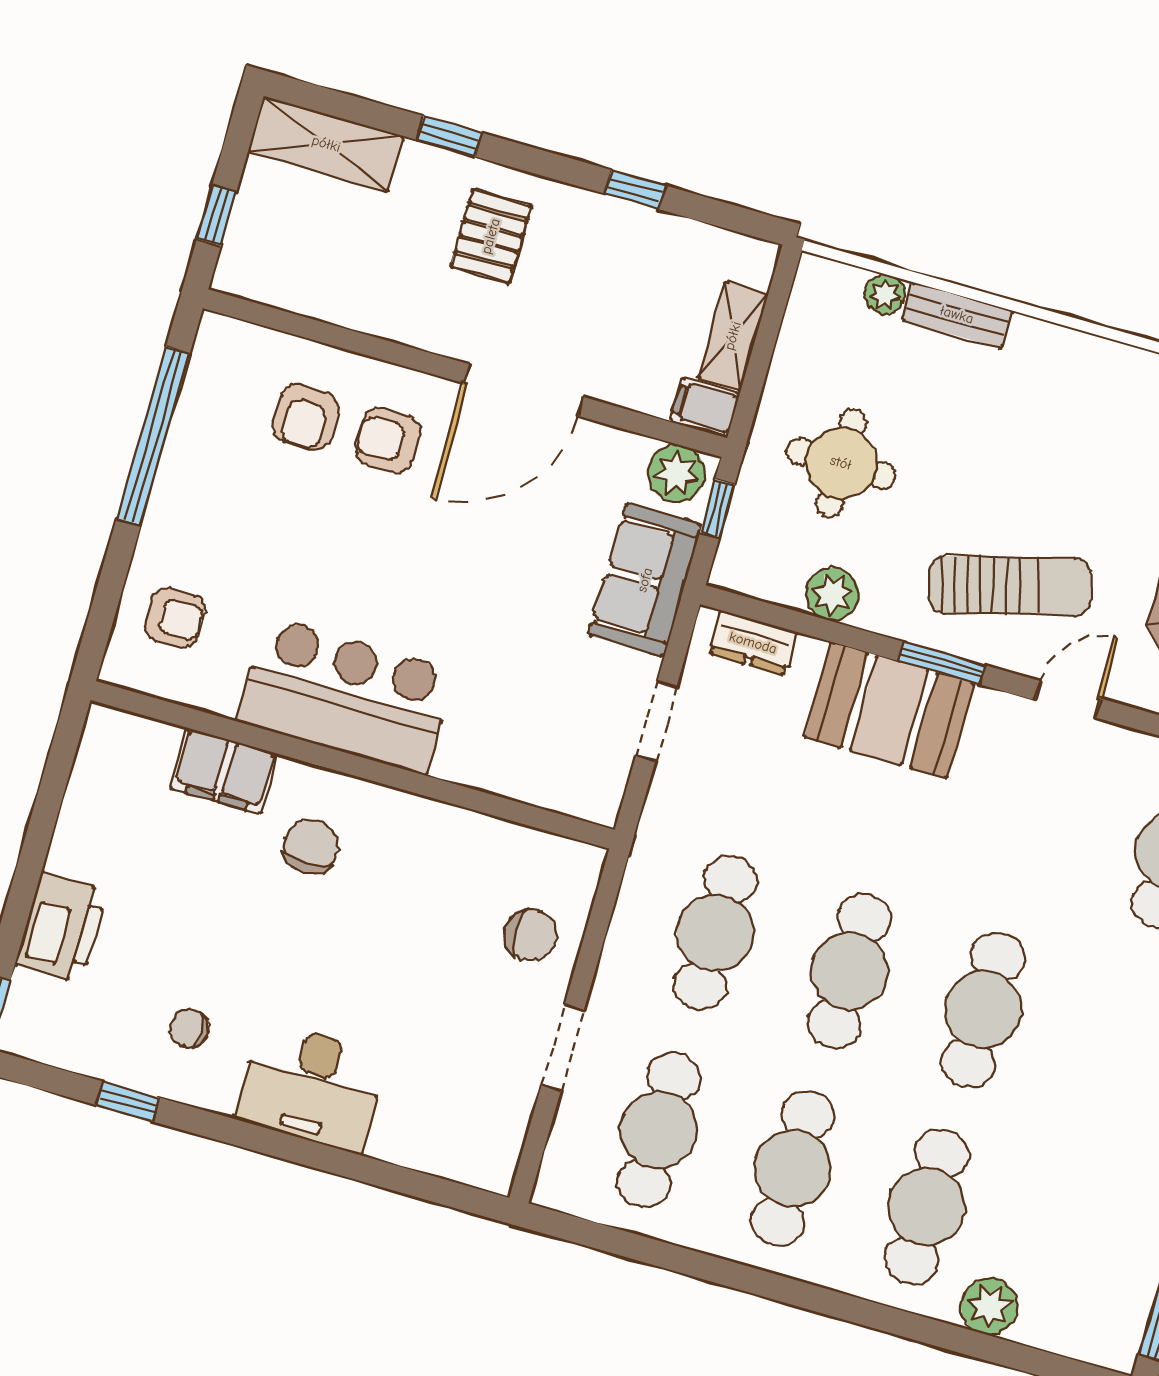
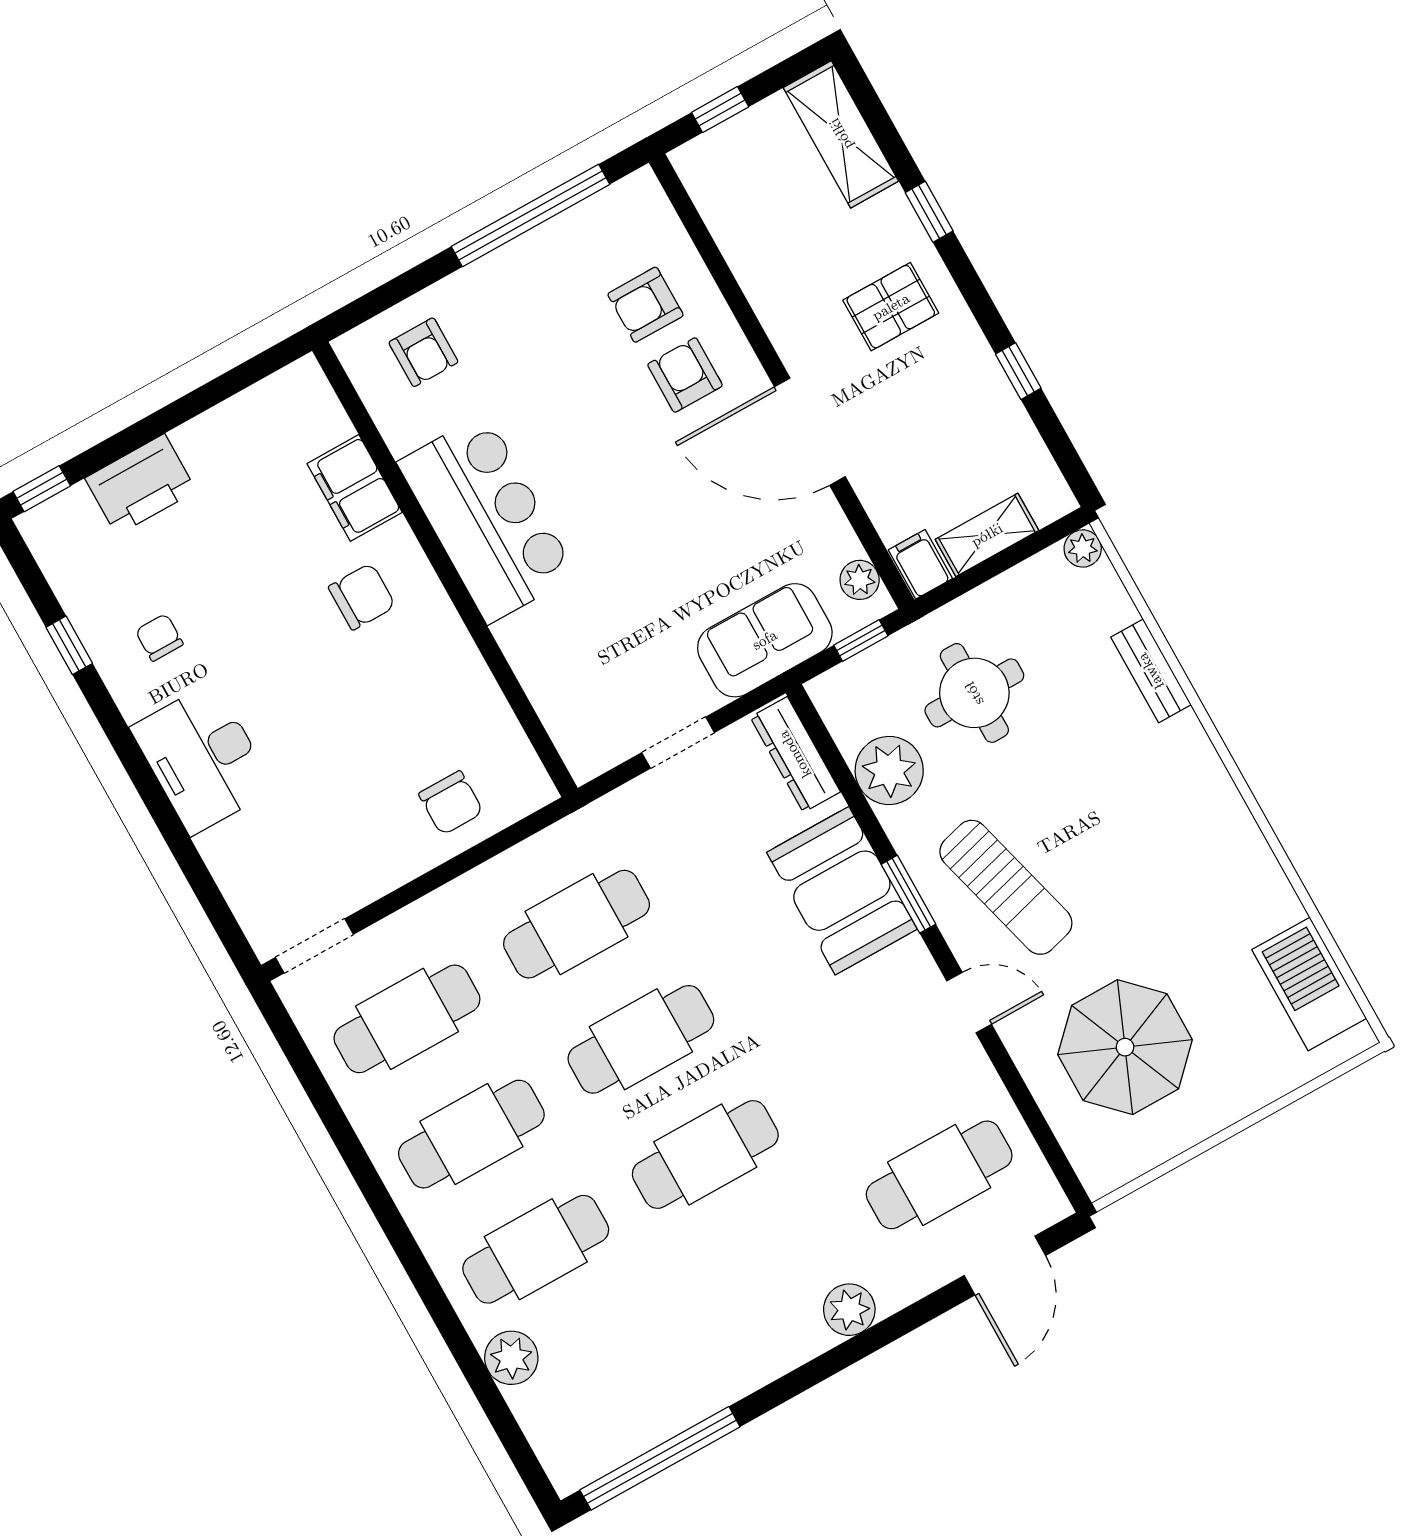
plant: (885, 294) -> (1083, 548), moved
plant: (677, 474) -> (860, 580), width x0.73, depth x0.73
plant: (833, 594) -> (889, 770), width x1.36, depth x1.36
dresser: (753, 643) -> (795, 754), width x1.44
doorway: (563, 1048) -> (314, 946), moved

